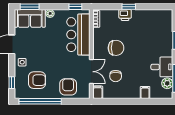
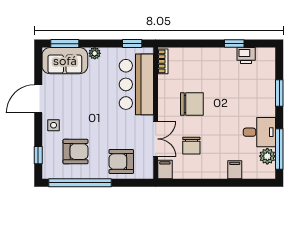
window: (129, 7) -> (234, 44), moved
printer: (125, 15) -> (246, 56), moved
armchair: (68, 87) -> (121, 162), turned -90

